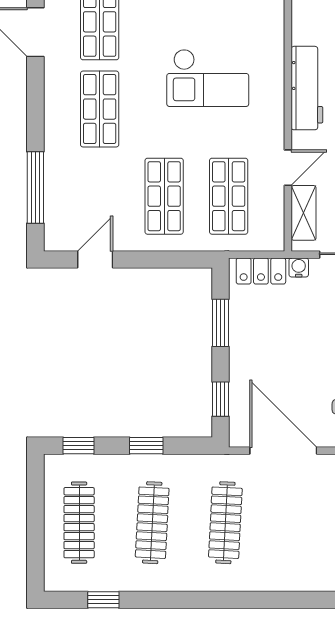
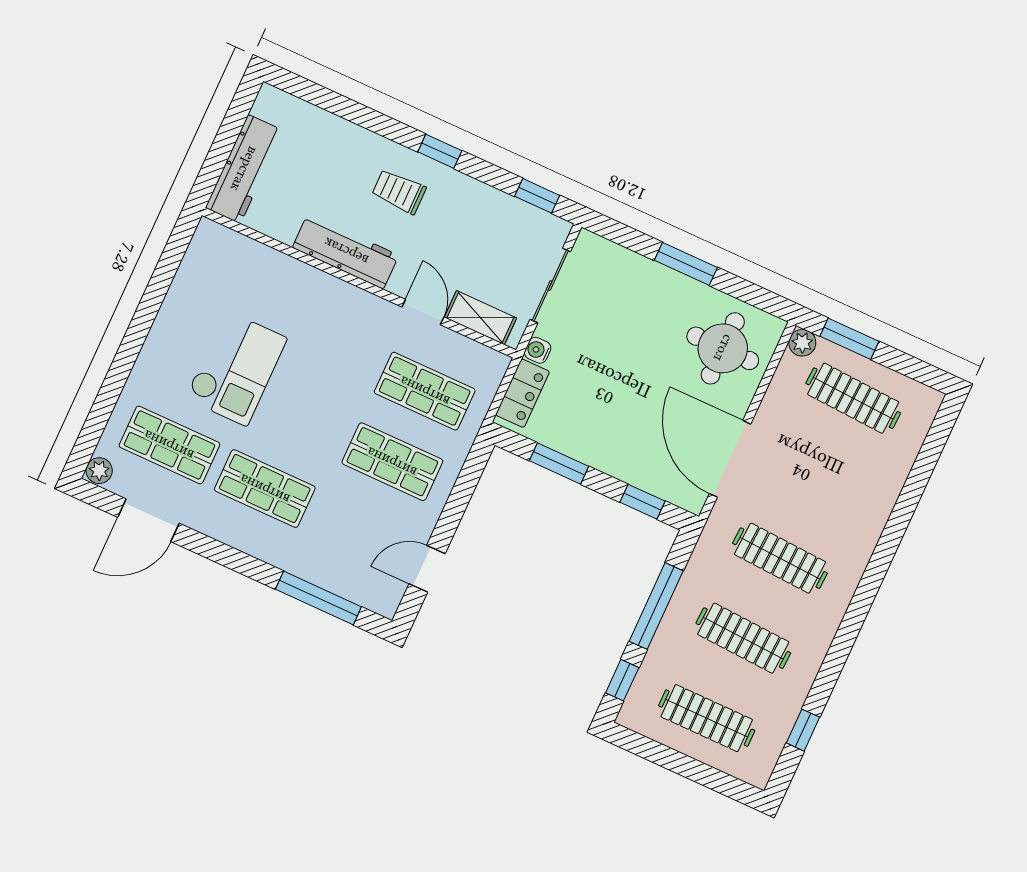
checkout: (208, 78) -> (236, 368), moved
door: (95, 260) -> (427, 569), hinge flipped
window: (146, 446) -> (656, 606), width x2.17
door: (283, 451) -> (730, 459), hinge flipped

